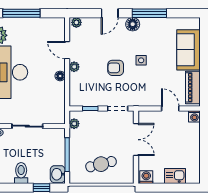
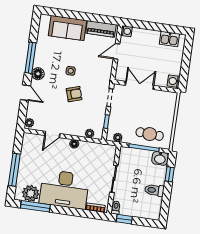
plant: (74, 67) -> (90, 133), moved
armchair: (116, 68) -> (74, 94), turned -108
cafe table: (101, 164) -> (150, 134), moved, turned -73
kitchen sink: (175, 176) -> (169, 39), moved, turned -90

